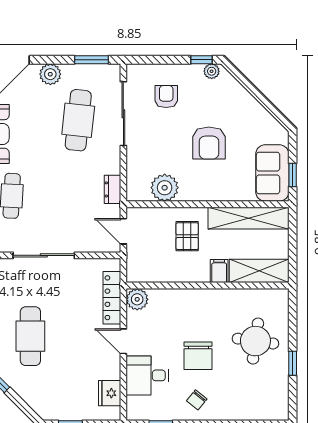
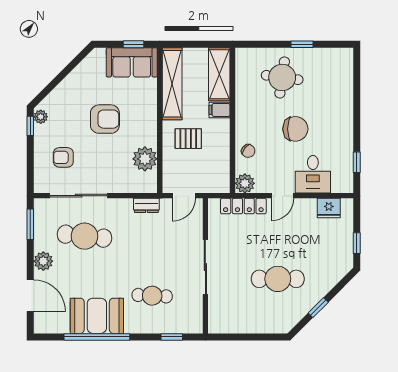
chair: (197, 400) -> (248, 151), moved

